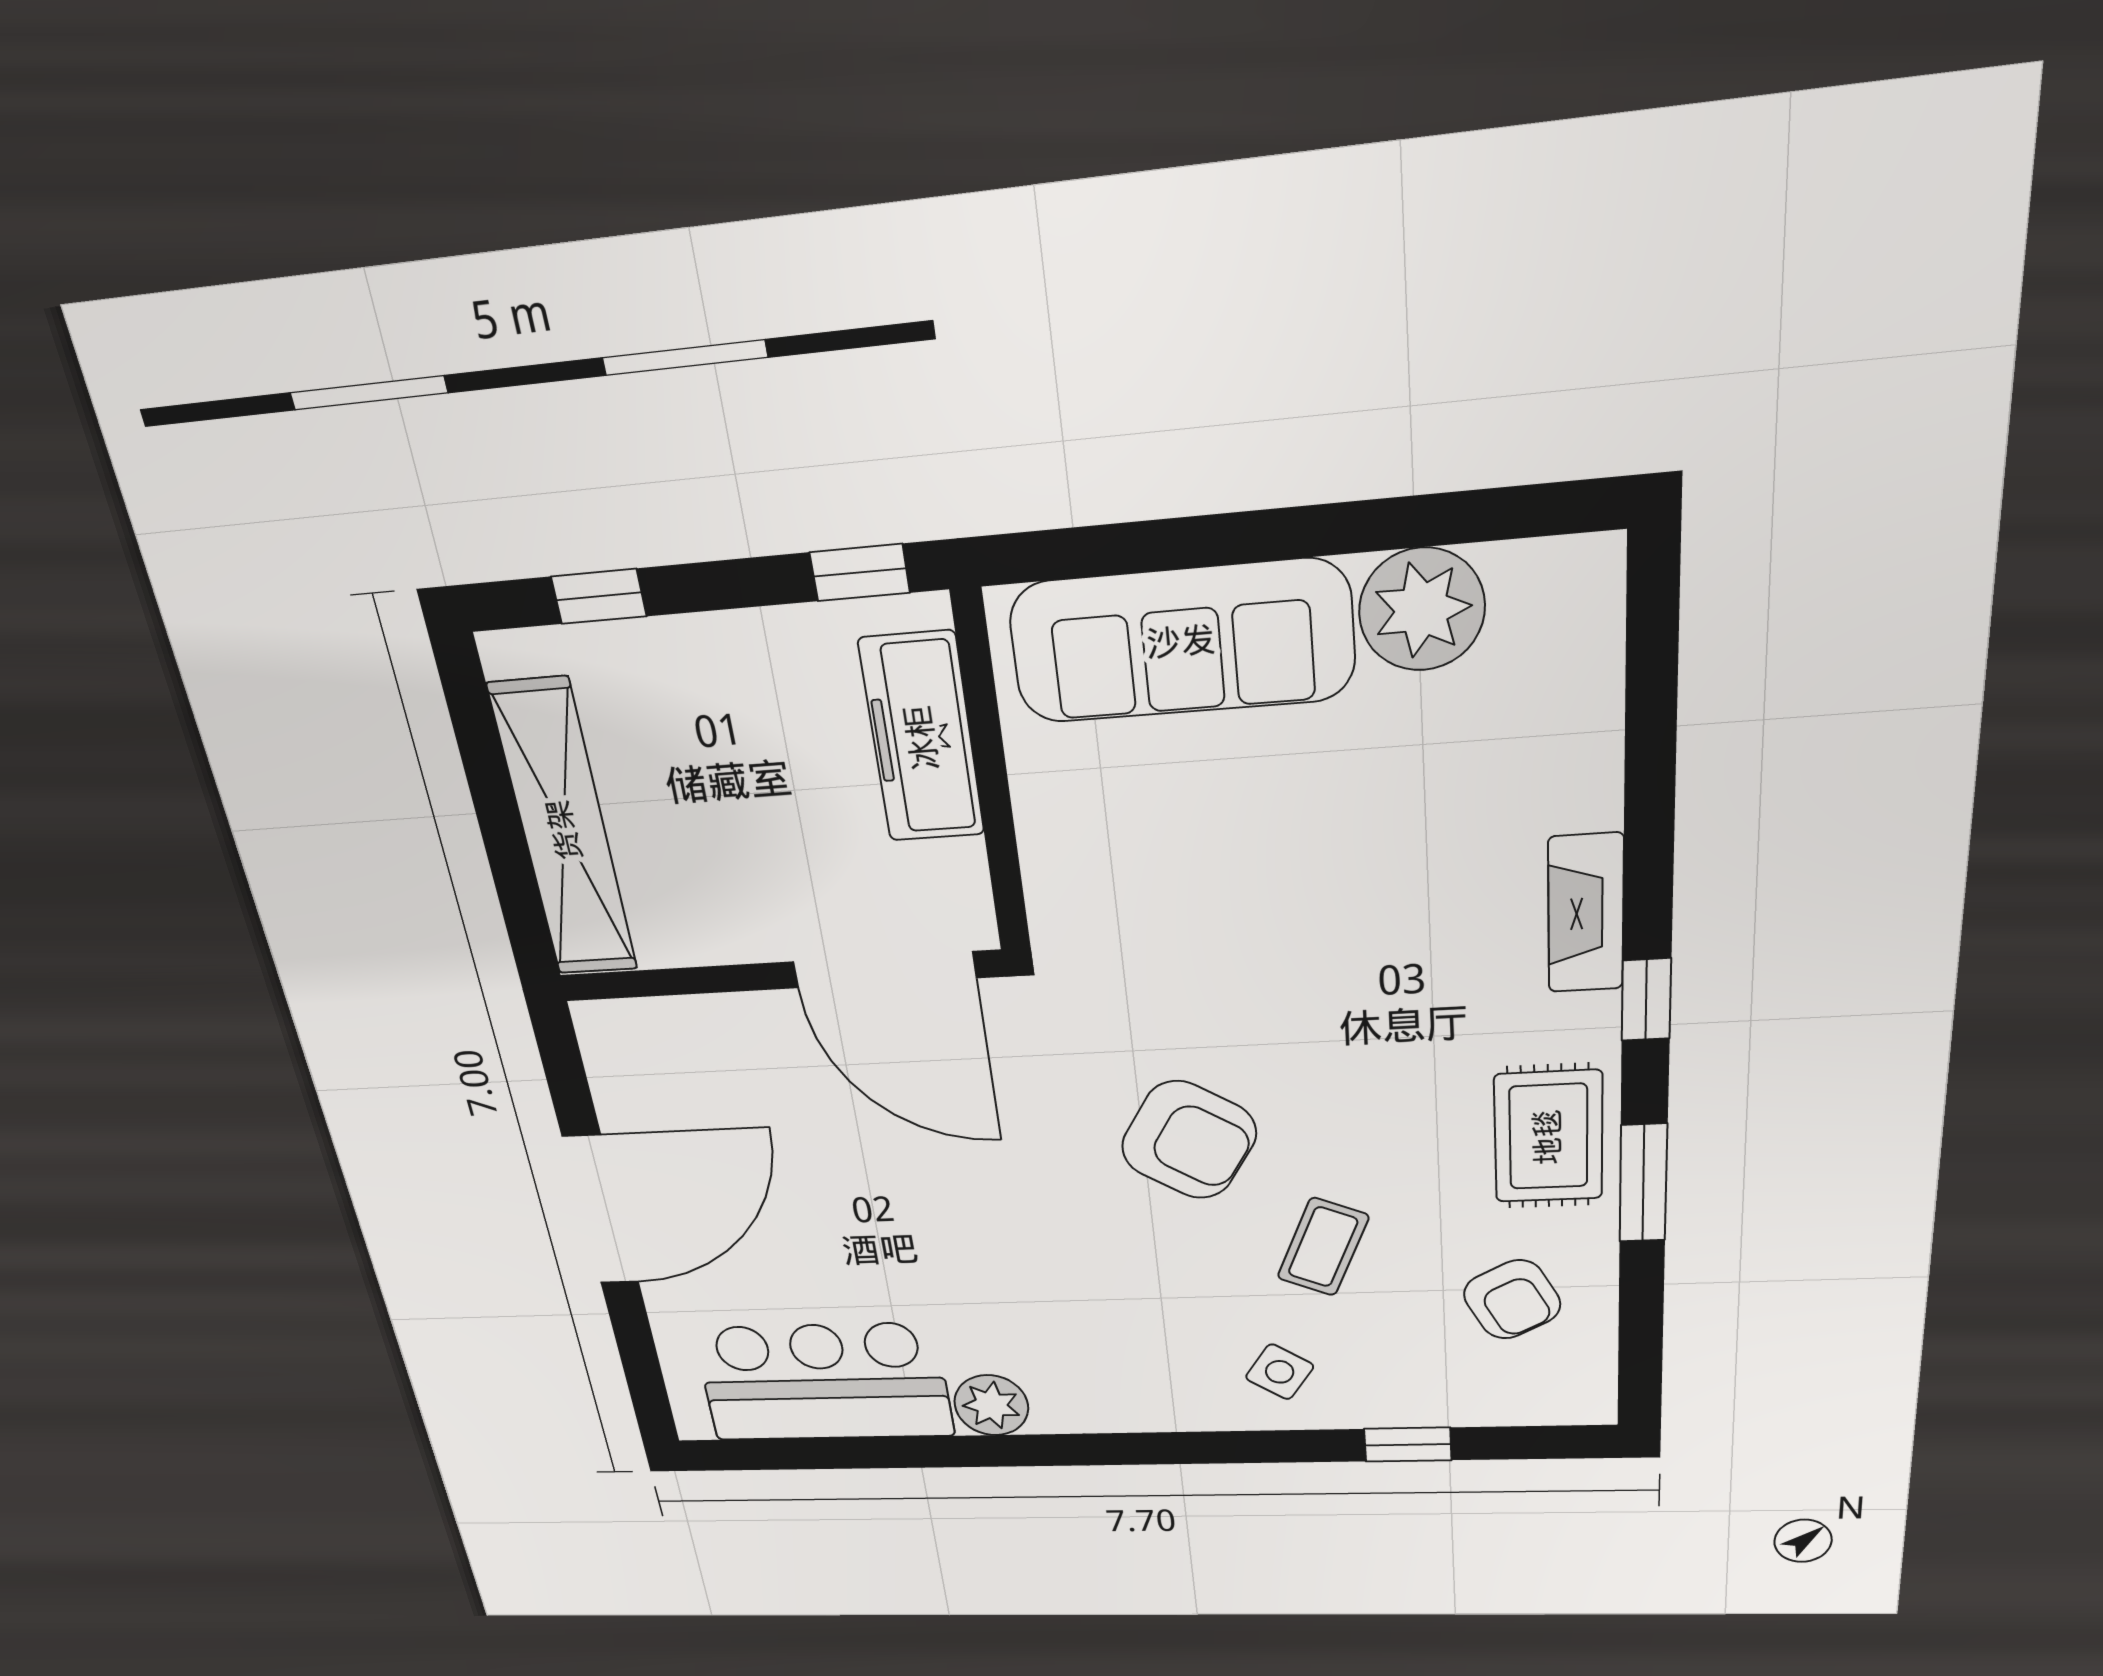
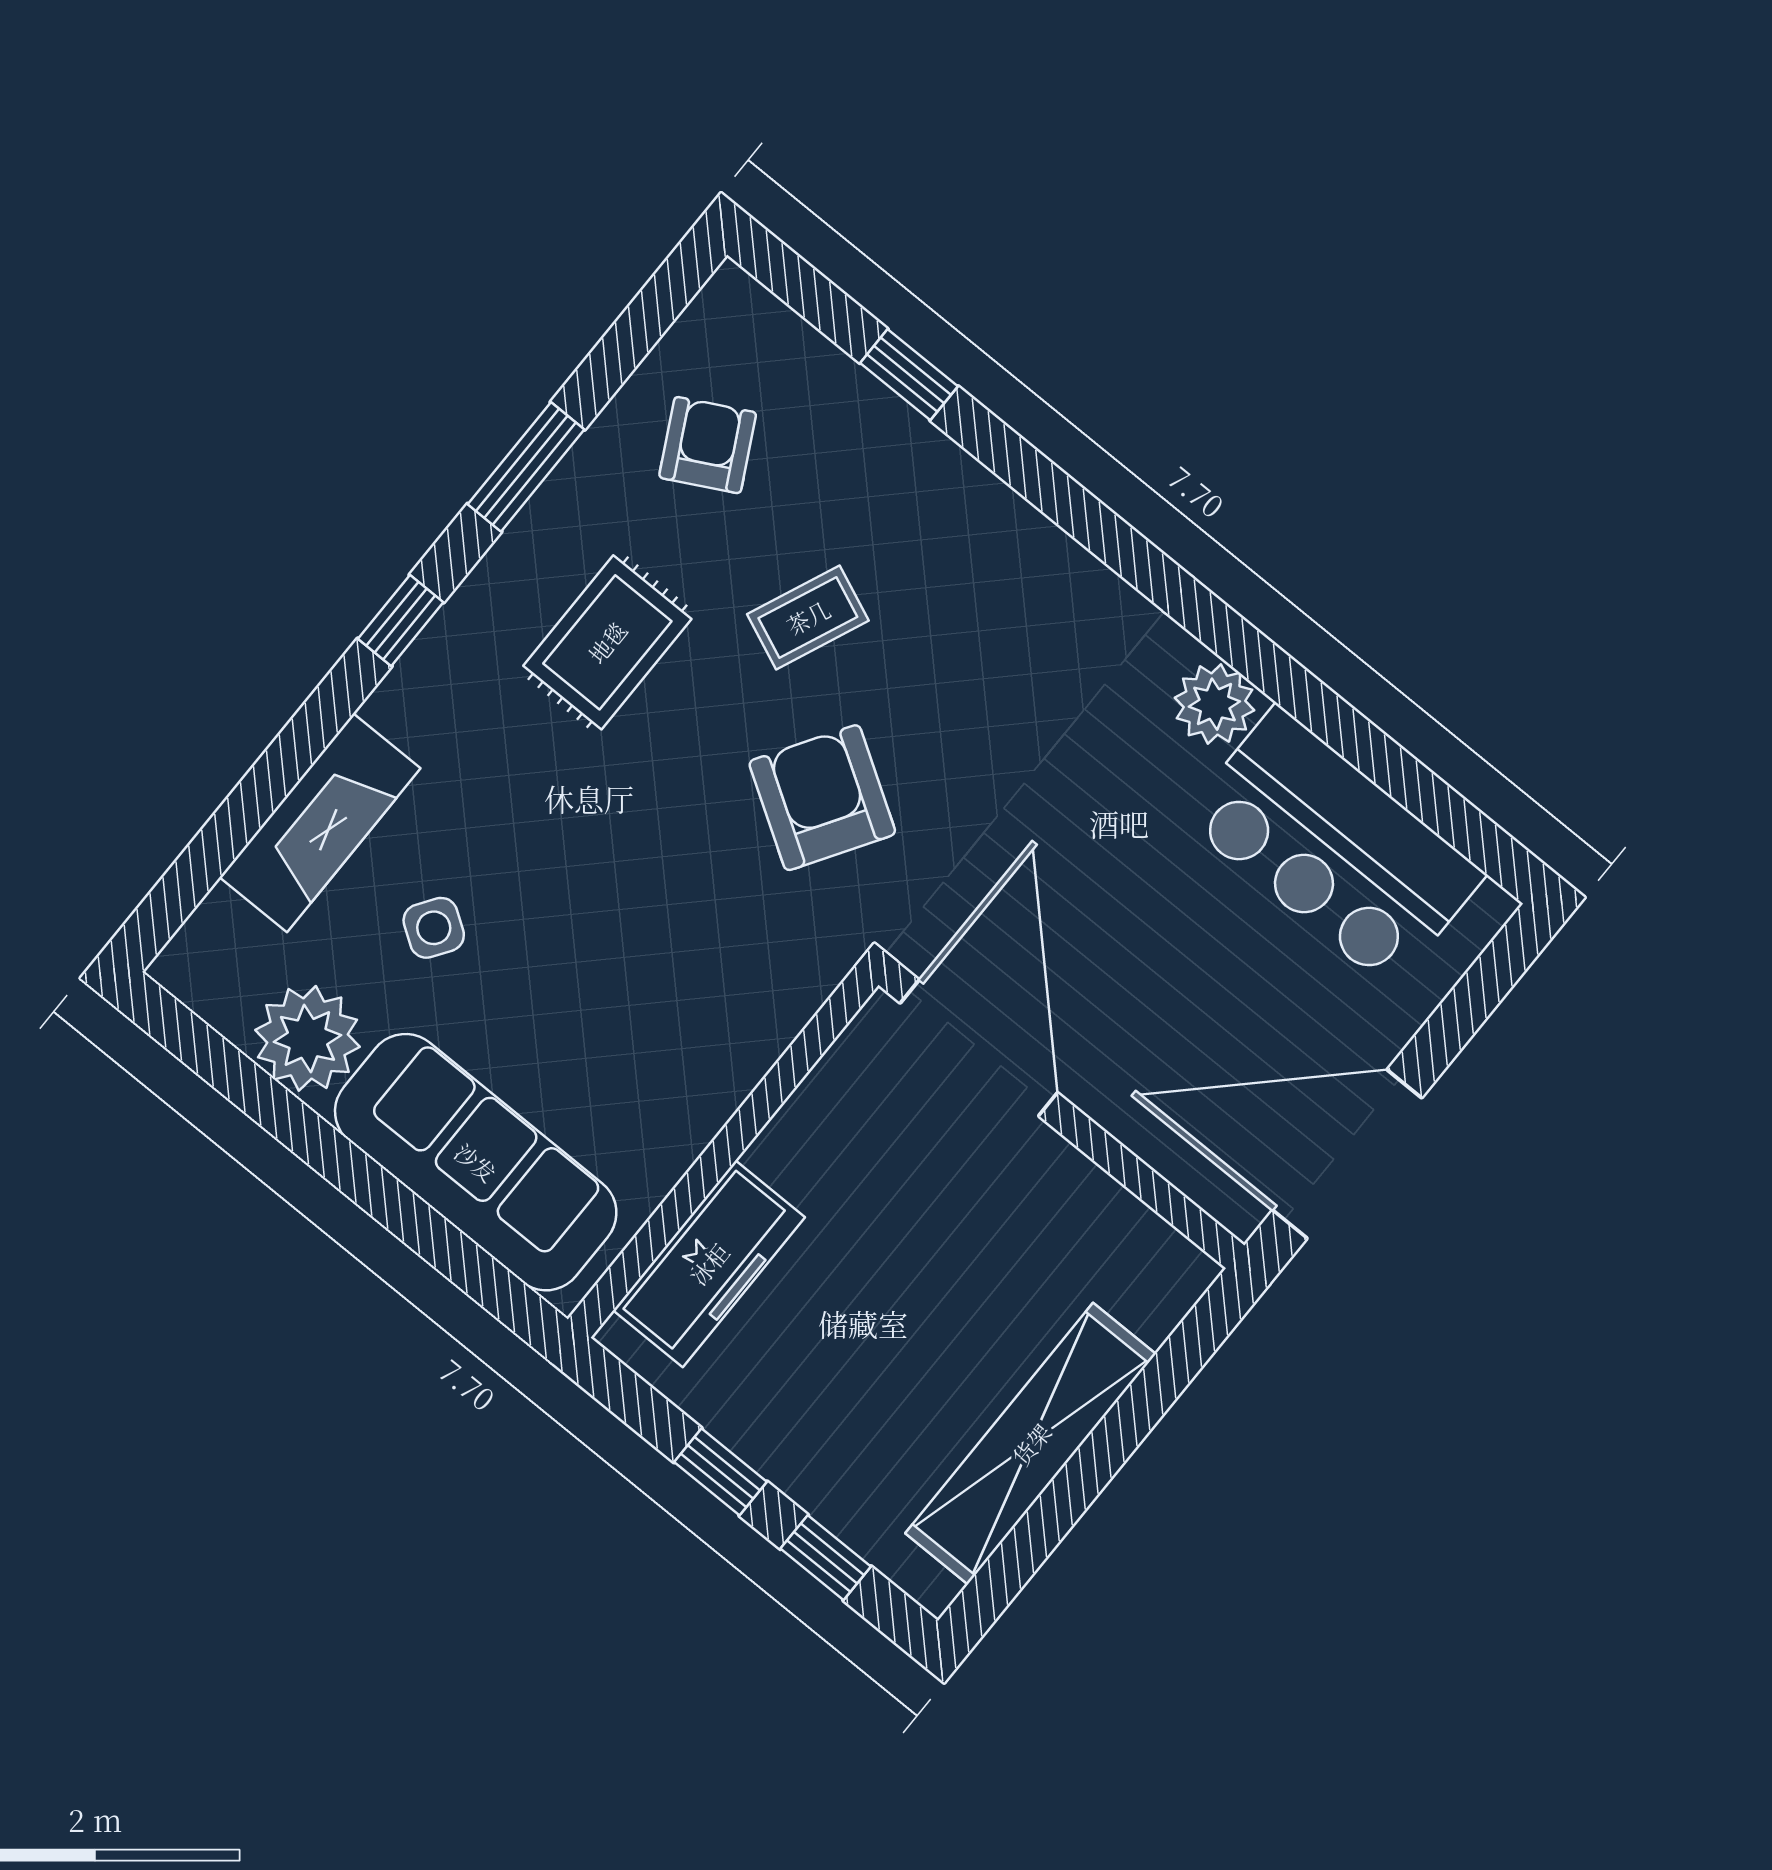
window: (860, 573) -> (720, 1472), moved
fireplace: (1586, 913) -> (320, 823), moved, width x1.37, depth x1.32
door: (884, 970) -> (979, 1048), moved
wall: (779, 976) -> (1061, 1115), moved
rug: (1548, 1137) -> (607, 642), moved
side table: (1280, 1372) -> (434, 928), moved

